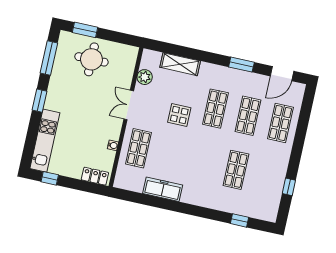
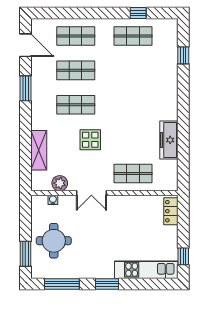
water cooler: (113, 145) -> (53, 200), moved
shop shelf: (236, 170) -> (133, 36), moved

